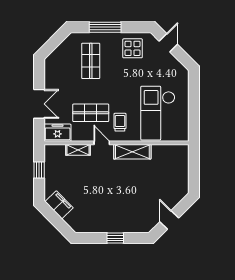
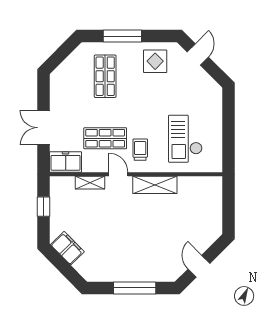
double door: (39, 104) -> (44, 128), swing flipped
checkout: (158, 113) -> (185, 139), width x0.73, depth x0.83
window: (115, 238) -> (135, 288), width x2.17

